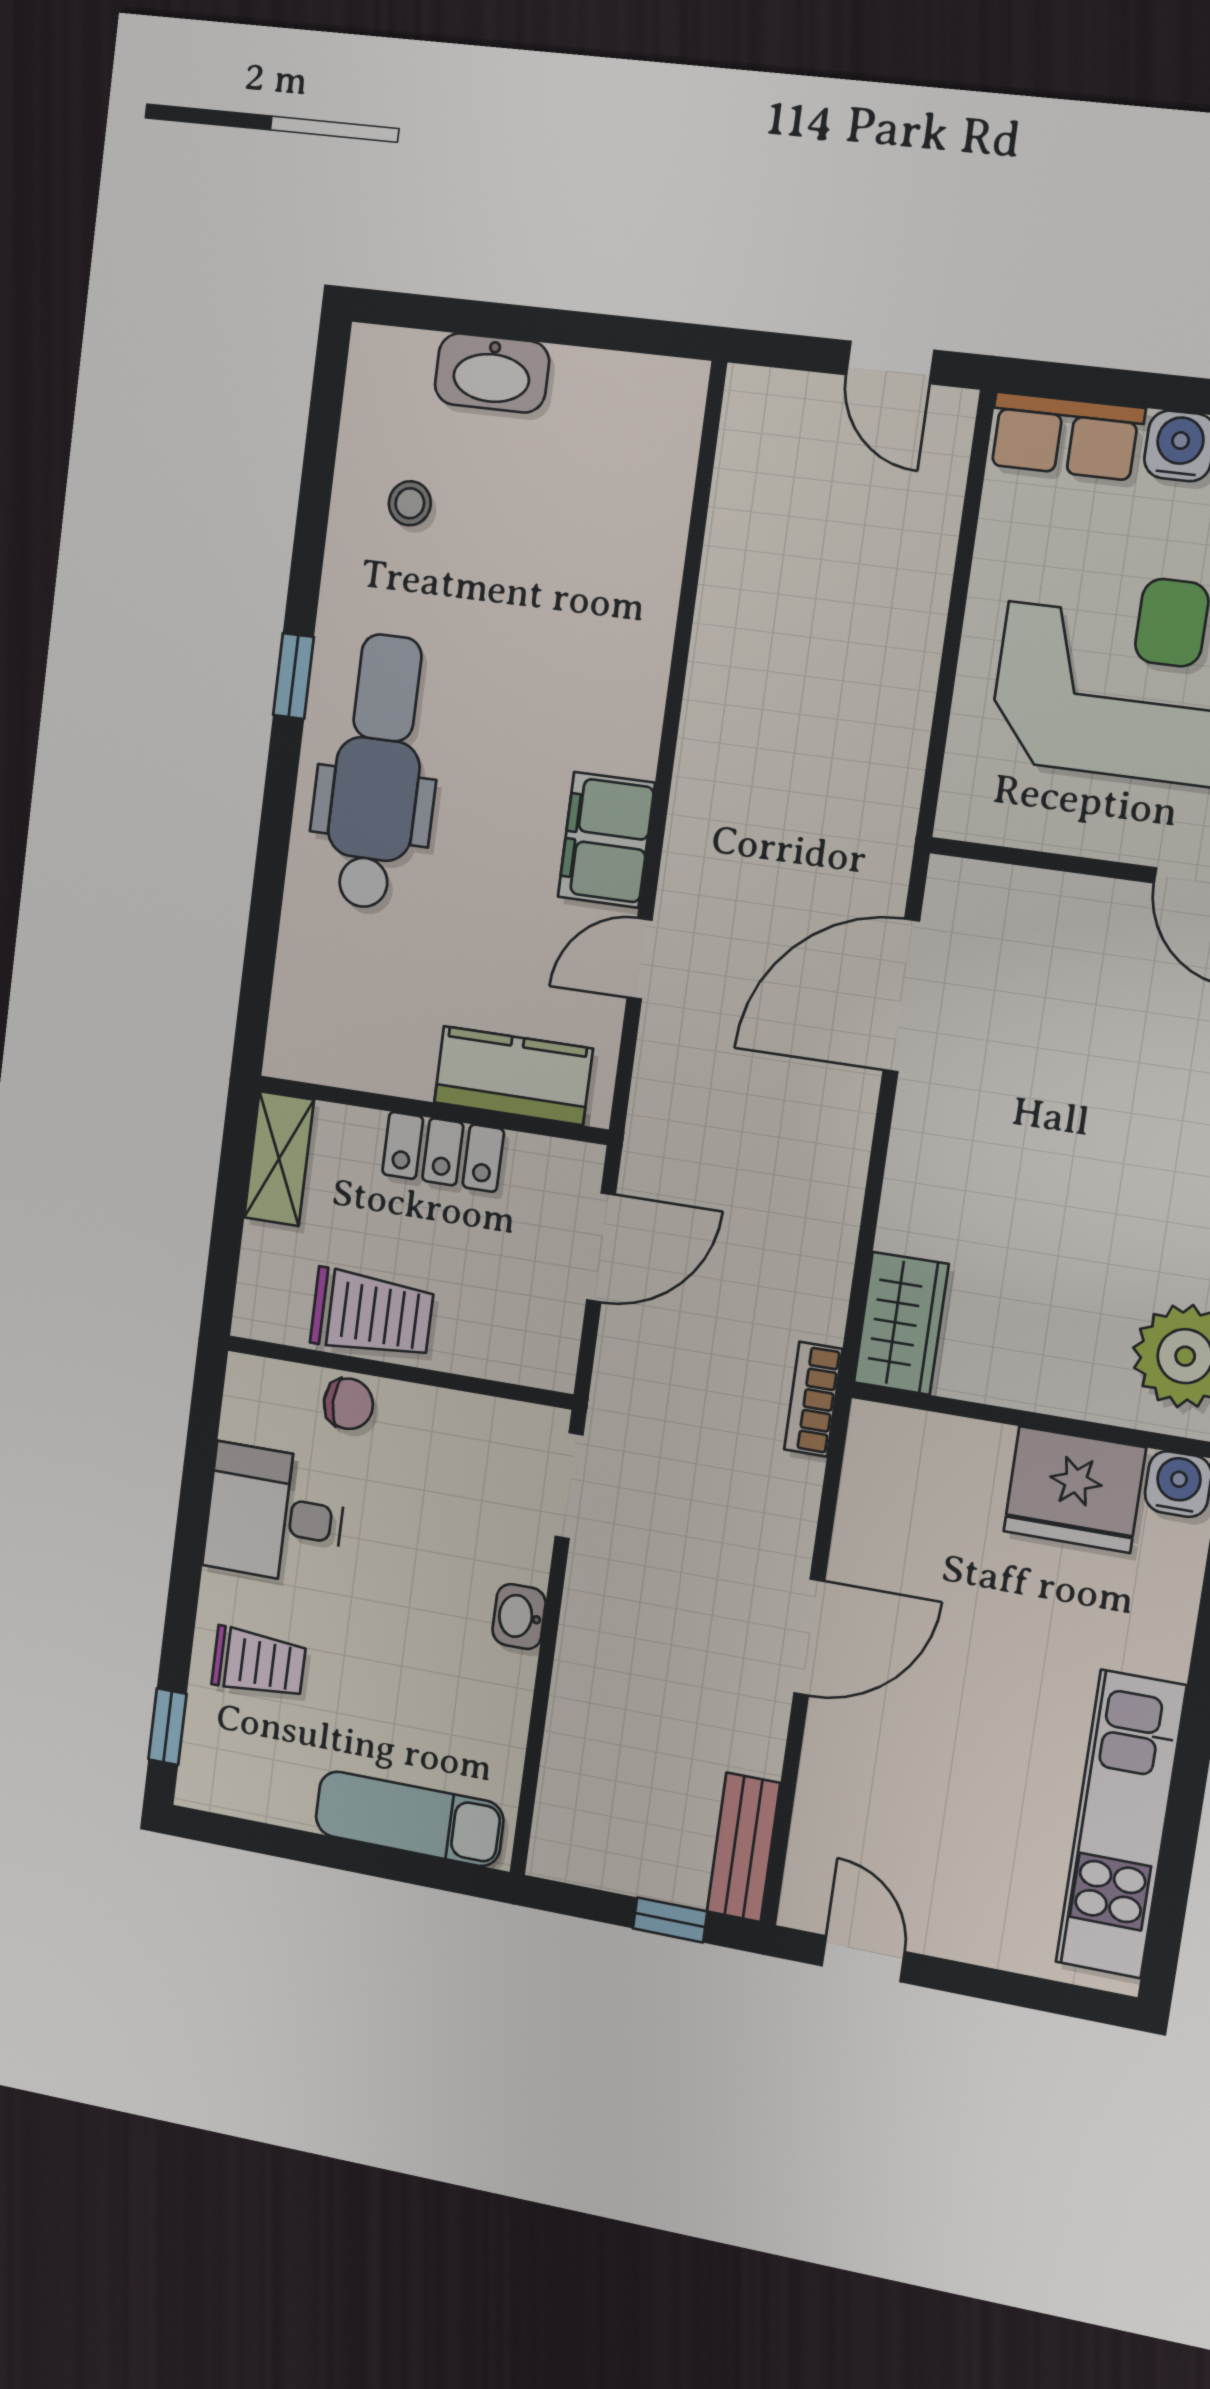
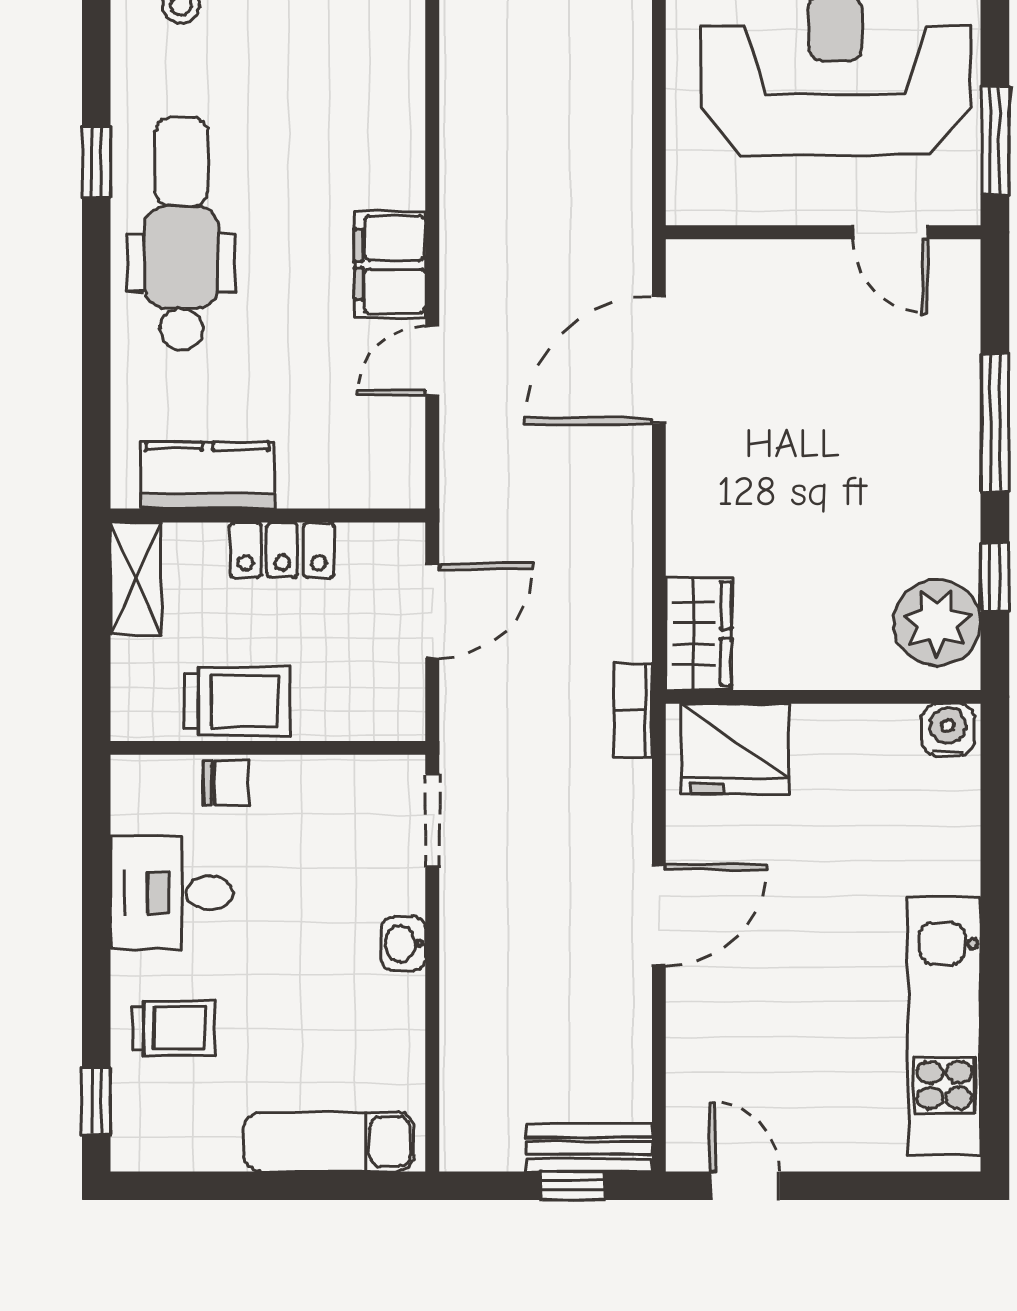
kitchen counter: (513, 1076) -> (208, 475), moved
fridge: (1075, 1490) -> (735, 749), moved
bench: (744, 1847) -> (589, 1148), moved, turned 90

